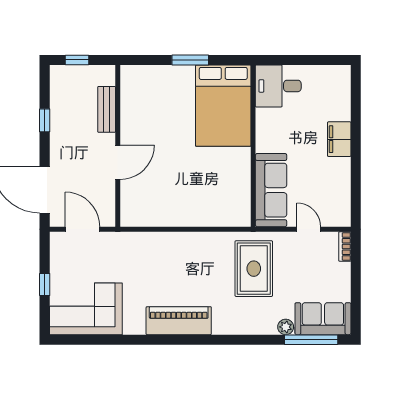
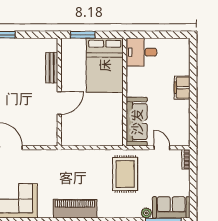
bench: (107, 109) -> (52, 68), moved
wall: (118, 146) -> (59, 92), moved
door: (118, 162) -> (59, 103), moved

